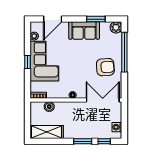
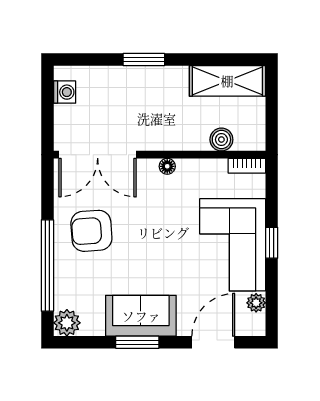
window: (96, 19) -> (137, 342), moved
window: (104, 141) -> (94, 60), removed

